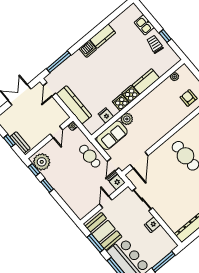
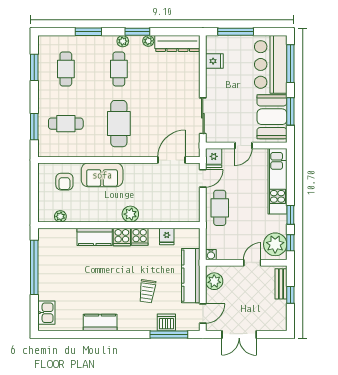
kitchen sink: (144, 25) -> (46, 313), moved
window: (165, 36) -> (34, 267), width x3.17
trolley: (155, 44) -> (147, 291), moved
dishwasher: (88, 49) -> (166, 322), moved
plant: (58, 113) -> (214, 281), added
plant: (127, 119) -> (130, 214), moved
door: (56, 132) -> (252, 263), moved
sofa: (112, 135) -> (102, 175), moved, turned 180
kitchen unit: (70, 198) -> (277, 181), added
fridge: (153, 225) -> (214, 61), moved

